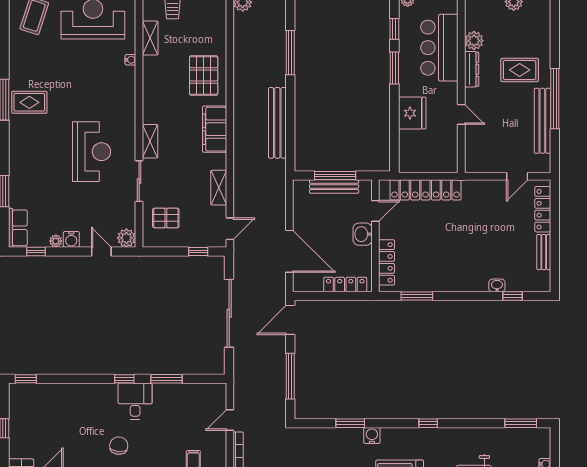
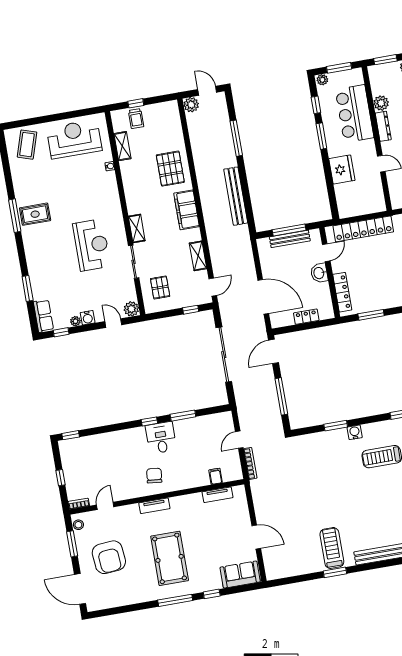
pallet: (166, 218) -> (160, 287), turned 90
locker: (345, 285) -> (306, 317), width x0.66

